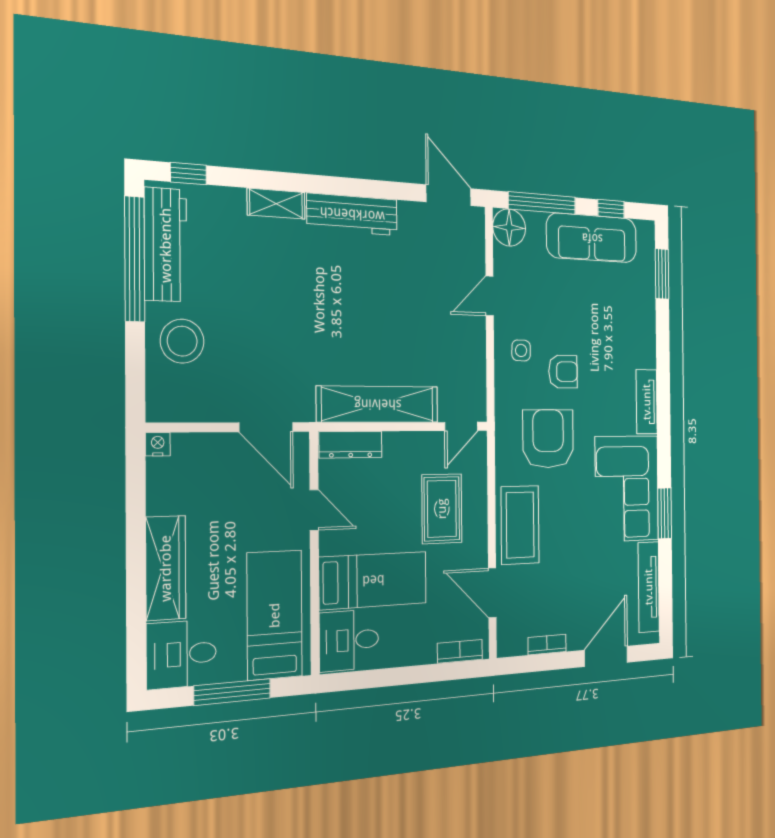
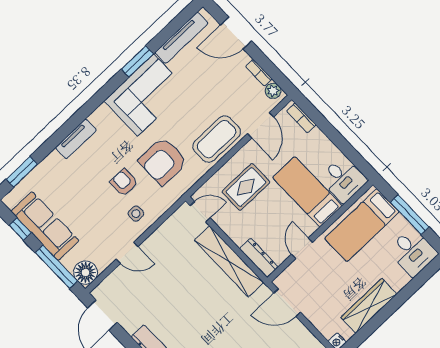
tv unit: (647, 402) -> (76, 139), moved
door: (266, 427) -> (287, 303), swing flipped
wardrobe: (166, 568) -> (369, 306), moved
plant: (515, 644) -> (273, 91), added

